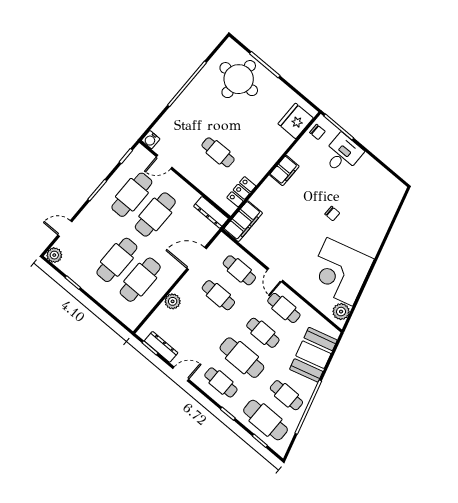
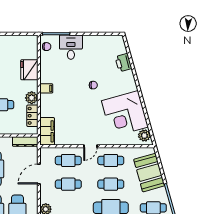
fridge: (296, 121) -> (29, 70), moved
filing cabinet: (284, 170) -> (46, 88), width x0.50
plant: (256, 172) -> (32, 98), added
printer: (384, 217) -> (123, 63), added
door: (275, 275) -> (90, 146), hinge flipped

